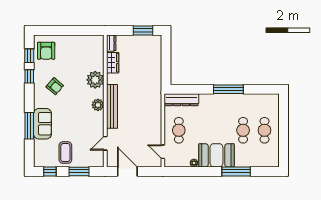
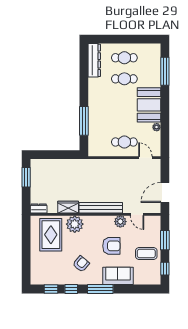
armchair: (46, 51) -> (111, 246), moved
rug: (84, 55) -> (51, 235), added
wardrobe: (113, 63) -> (68, 207), moved
window: (228, 89) -> (84, 121), moved
dresser: (181, 100) -> (94, 60), moved
plant: (98, 105) -> (120, 222), moved
window: (29, 126) -> (100, 289), moved
door: (163, 152) -> (145, 158), swing flipped
window: (236, 171) -> (165, 71), moved

